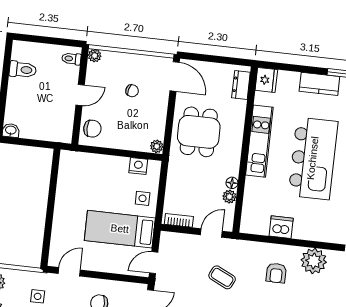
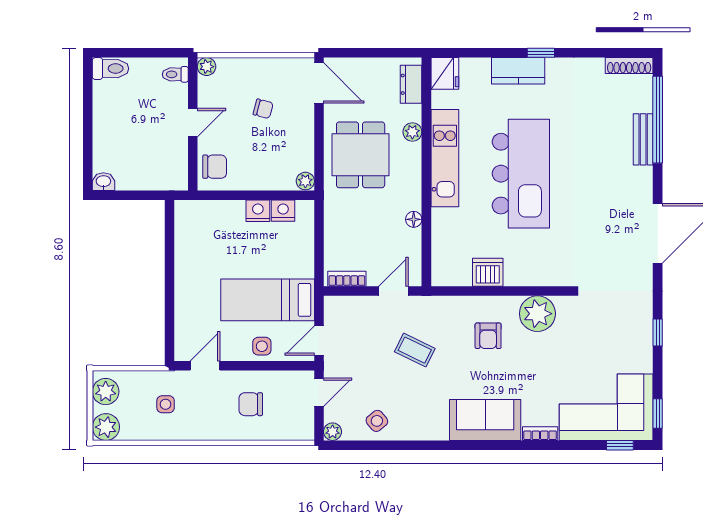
toilet: (23, 70) -> (111, 69), moved
nightstand: (120, 164) -> (258, 211), added
plant: (229, 197) -> (412, 132), moved
side table: (143, 198) -> (262, 346), moved

